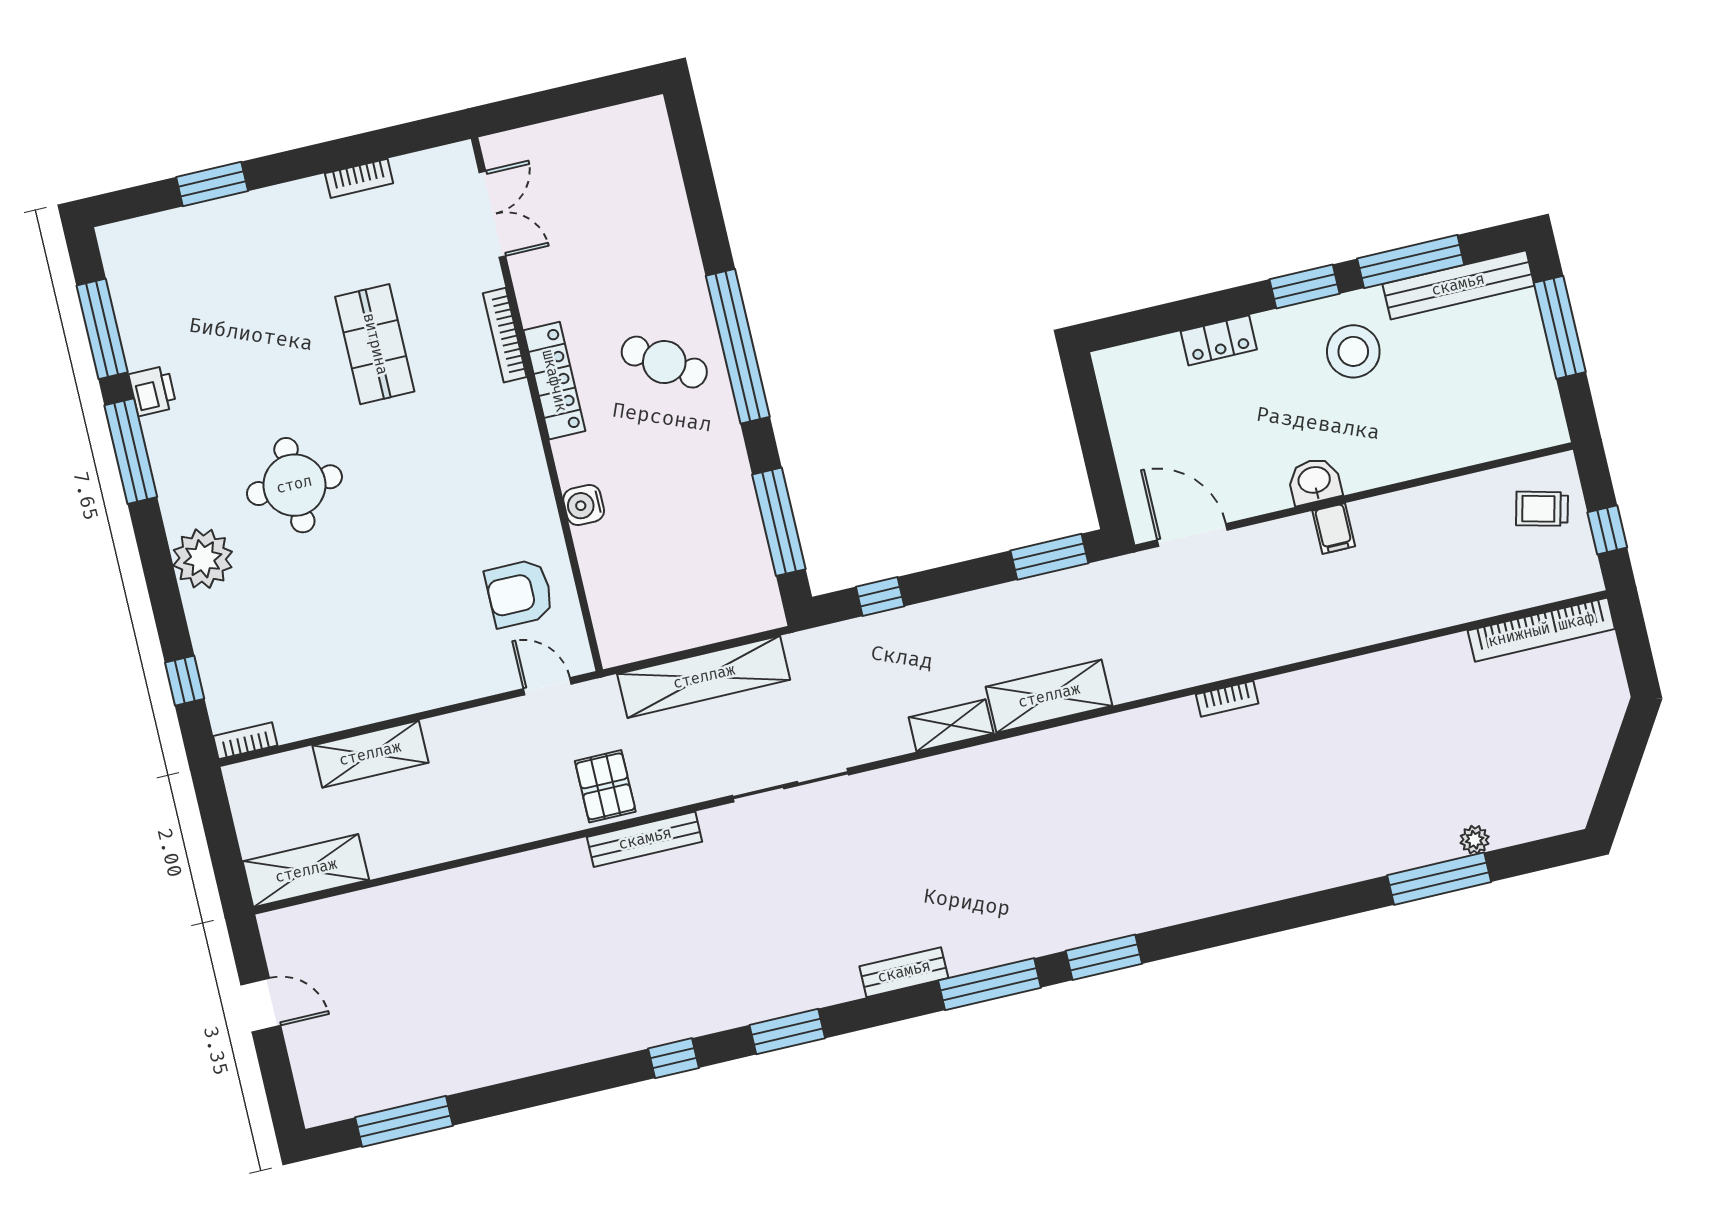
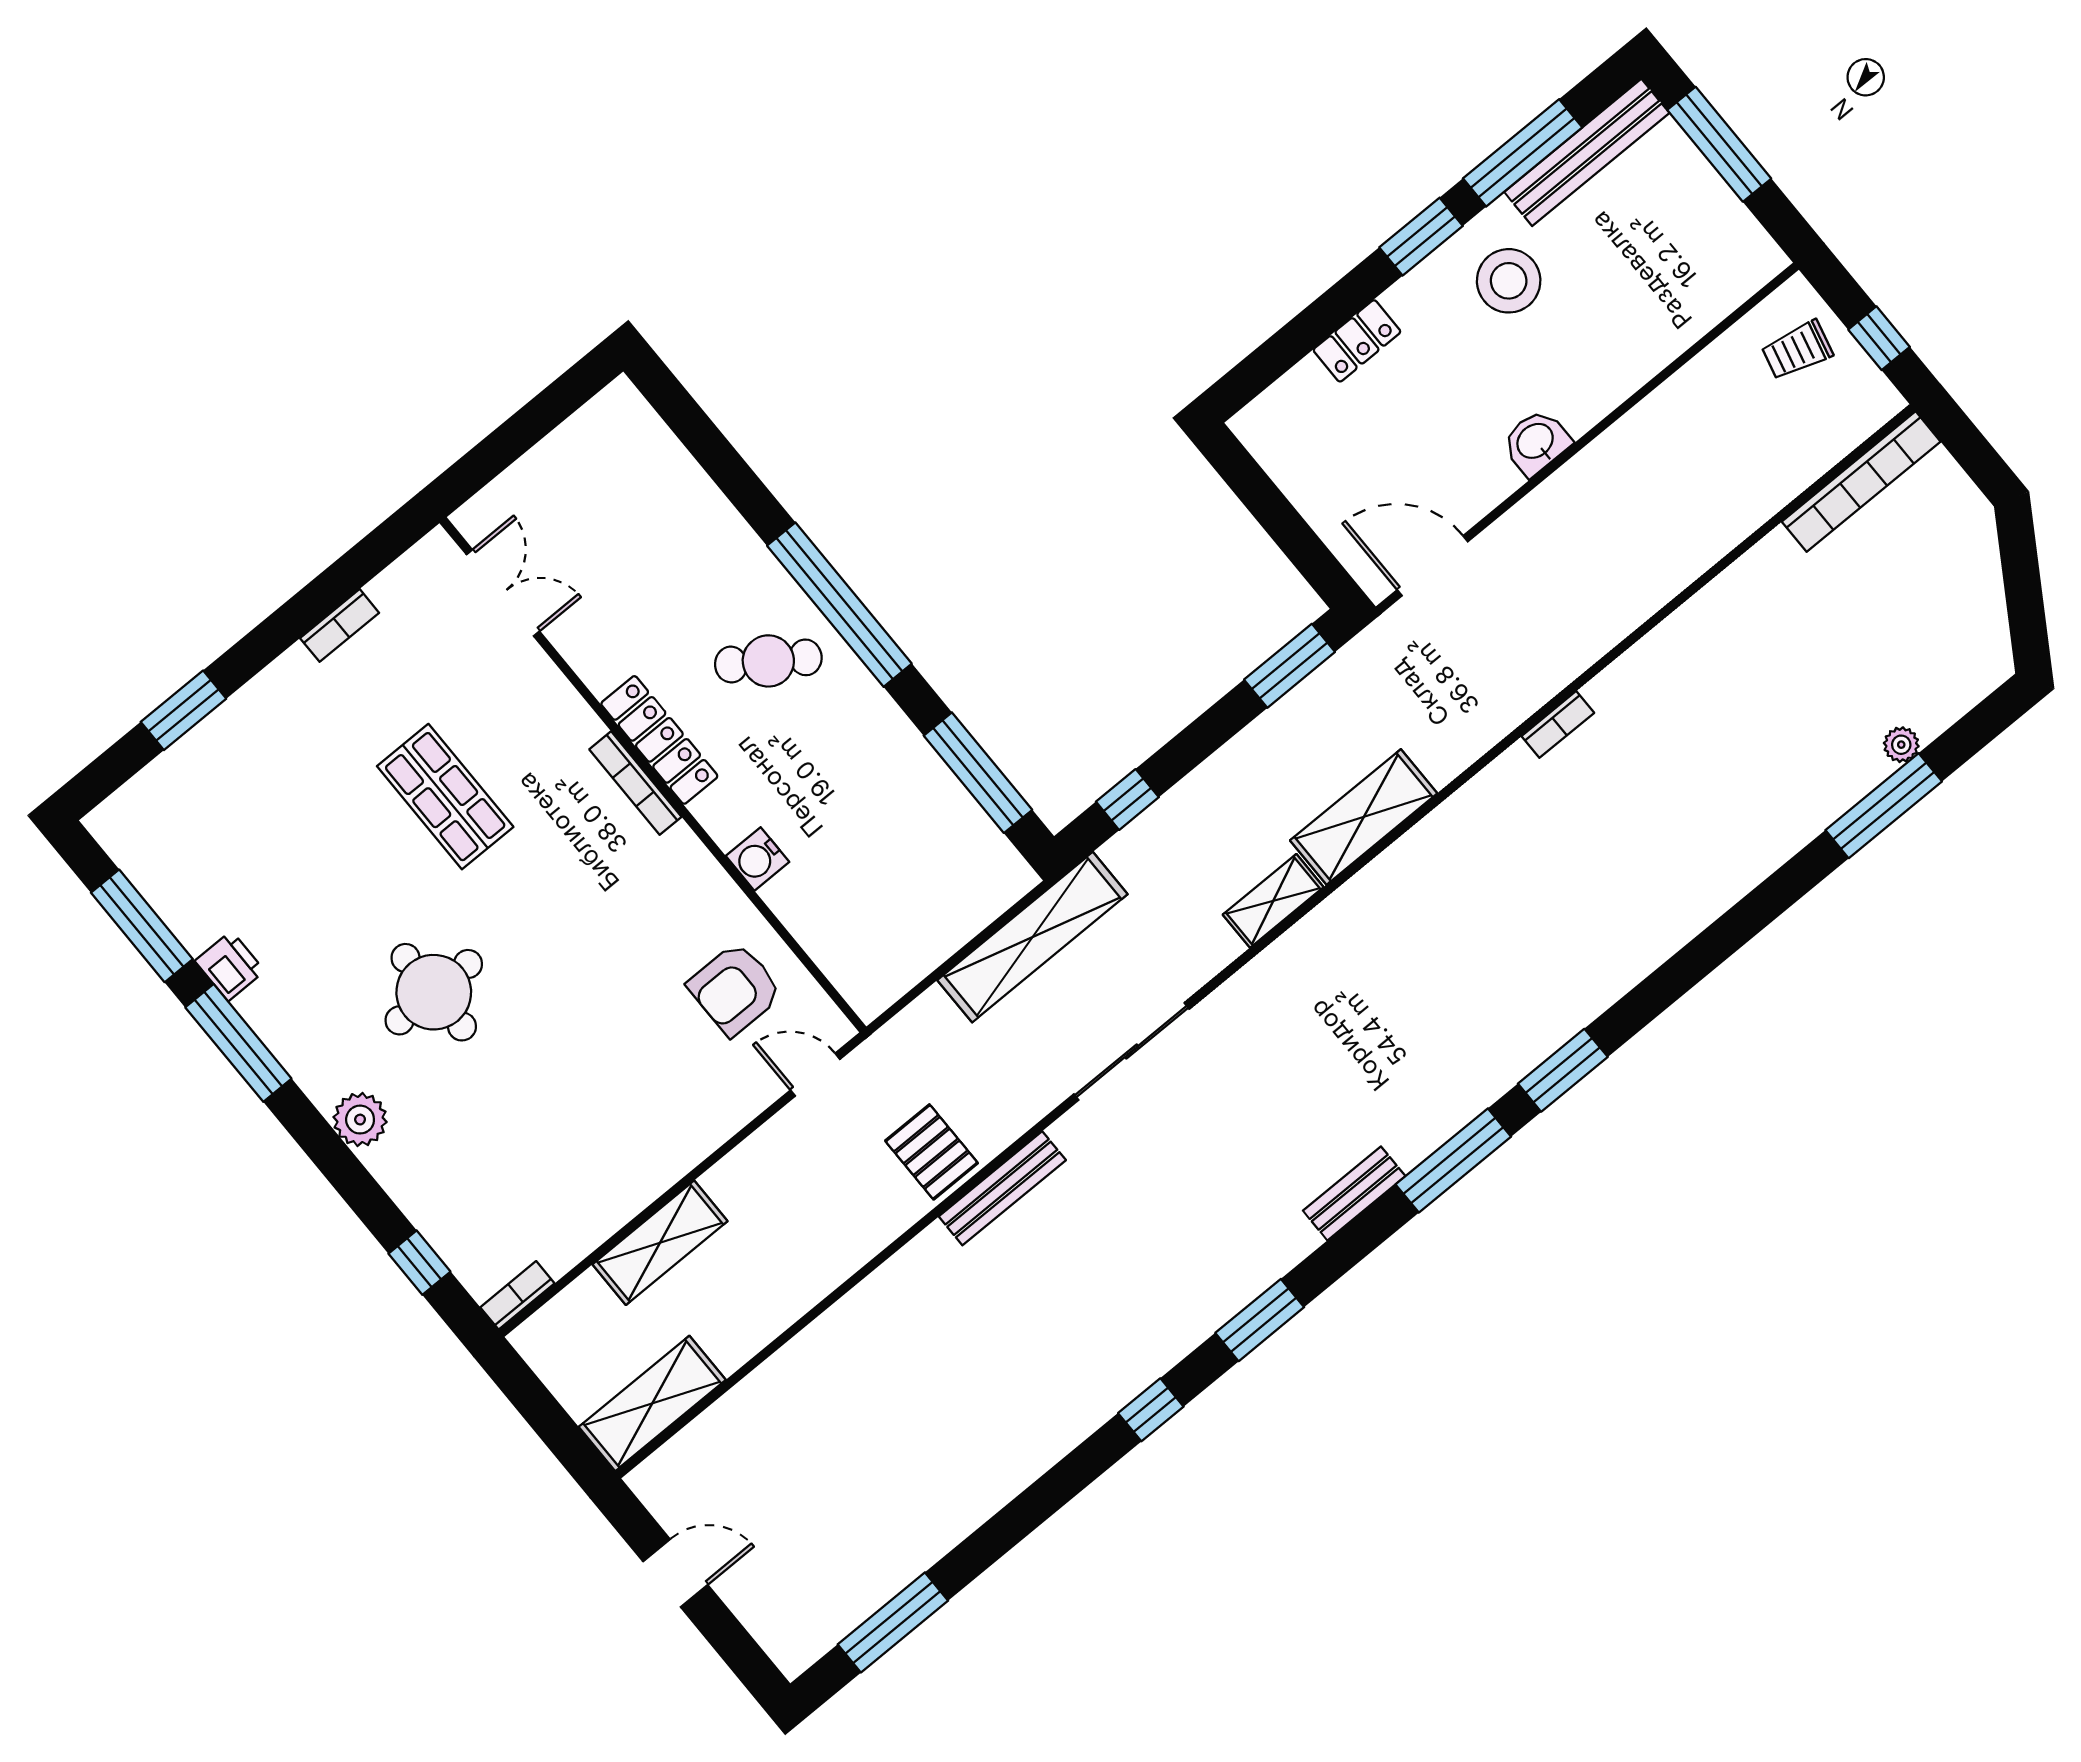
bookcase: (505, 335) -> (635, 783), moved
filing cabinet: (1334, 529) -> (1582, 483), removed
plant: (203, 559) -> (360, 1120), width x0.73, depth x0.73
shelving: (704, 677) -> (1032, 937), moved

